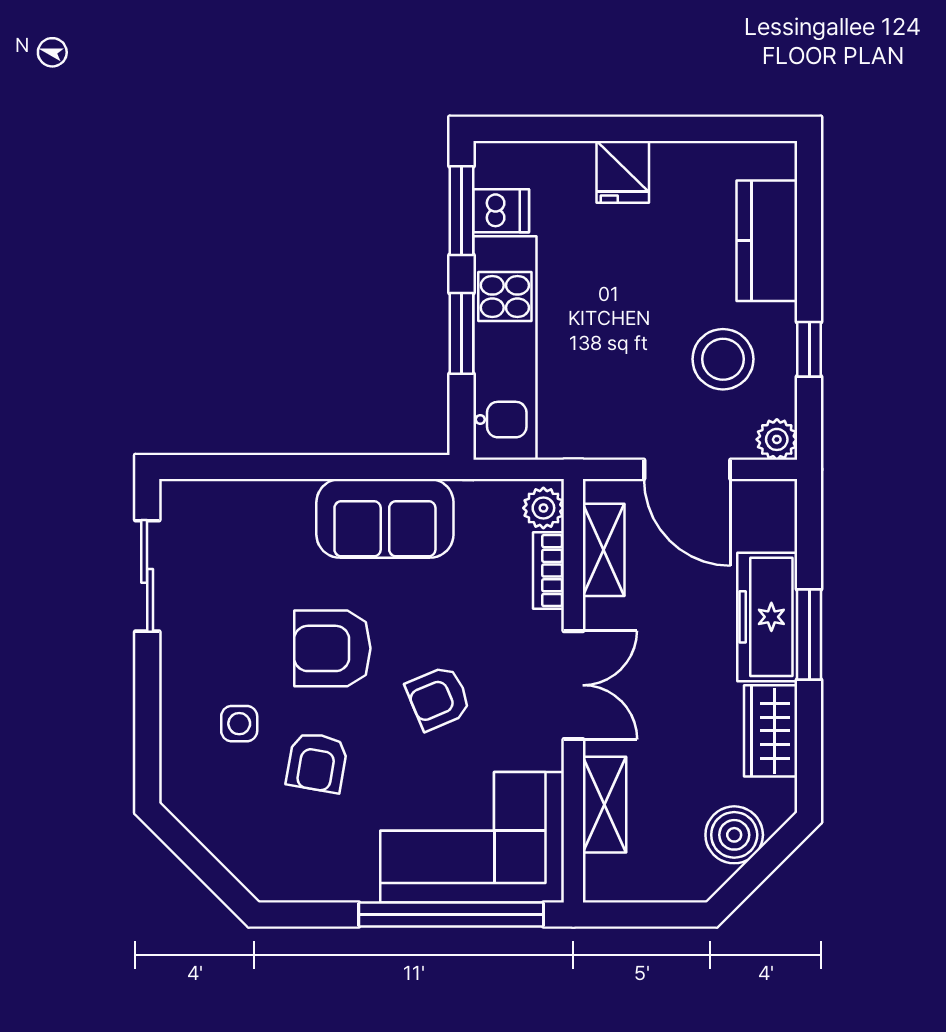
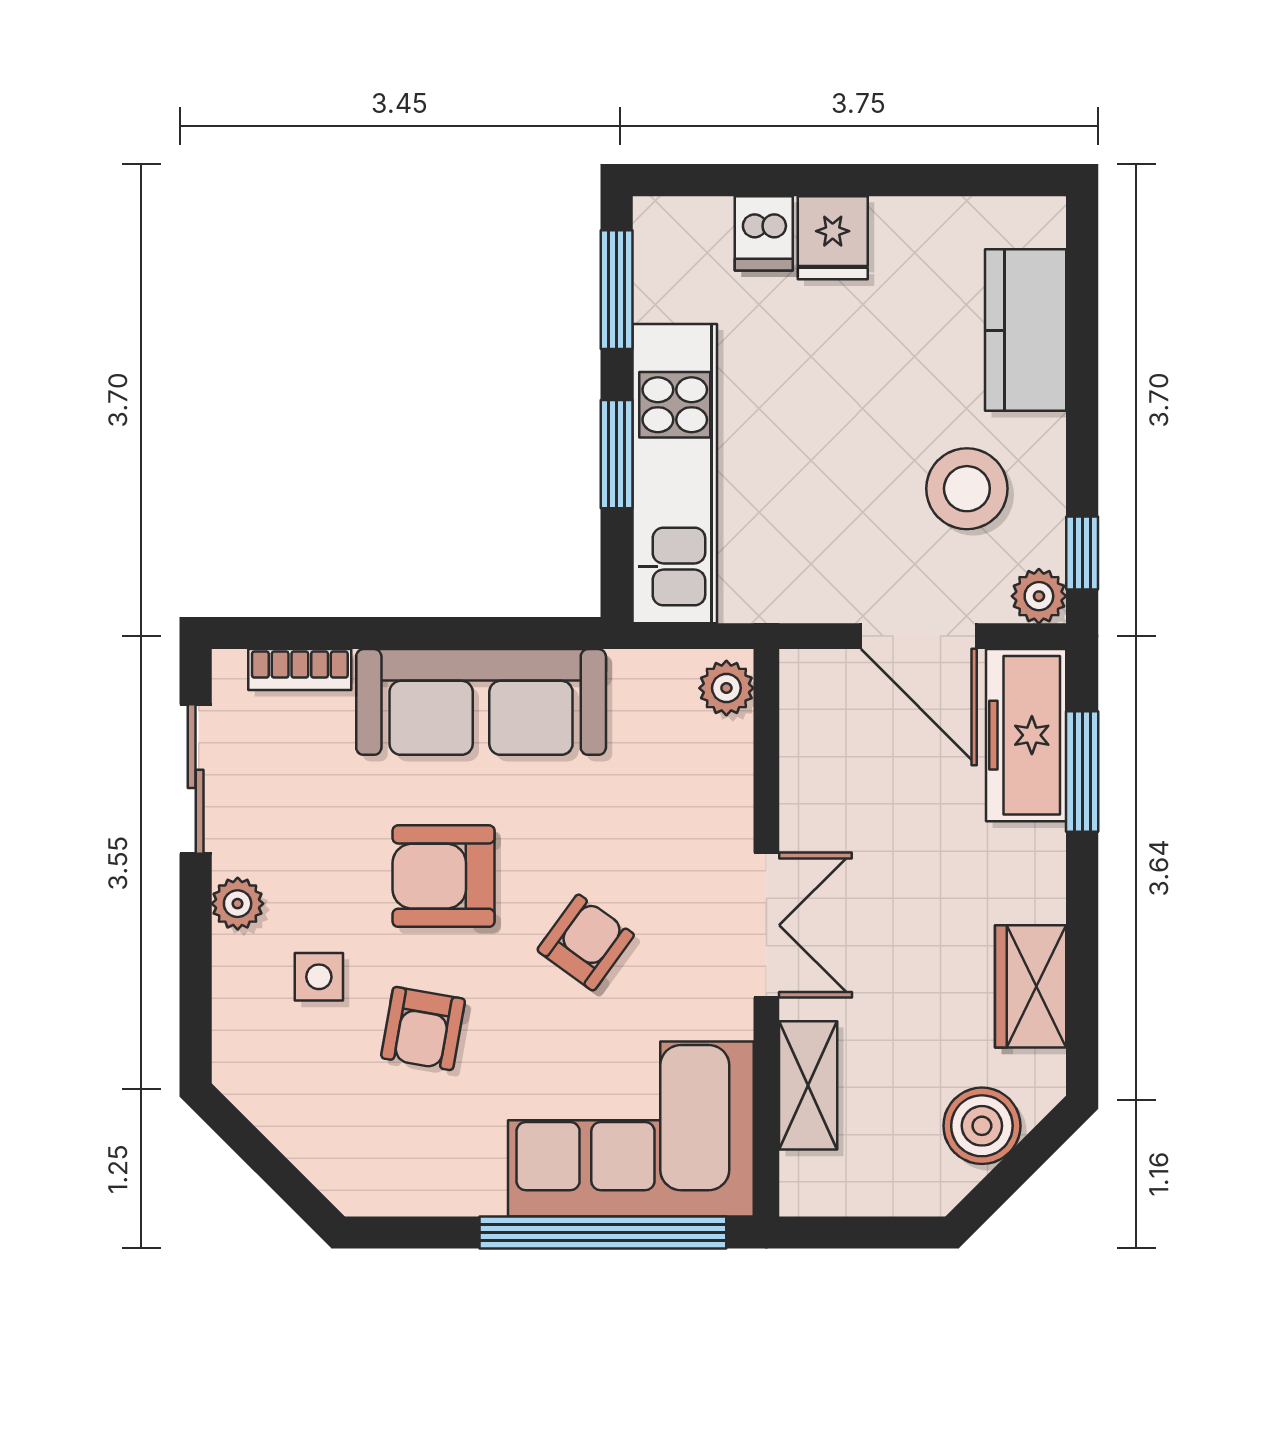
dishwasher: (501, 211) -> (764, 233), moved, turned 90
window: (809, 349) -> (1082, 553), moved
sofa: (385, 518) -> (481, 702), width x1.36
shelving: (604, 550) -> (807, 744), removed
bookcase: (548, 571) -> (300, 669), moved, turned -90
freezer: (767, 617) -> (1026, 735), moved
window: (809, 635) -> (1082, 771), moved
plant: (178, 669) -> (238, 904), added
armchair: (438, 698) -> (586, 942), turned 149

